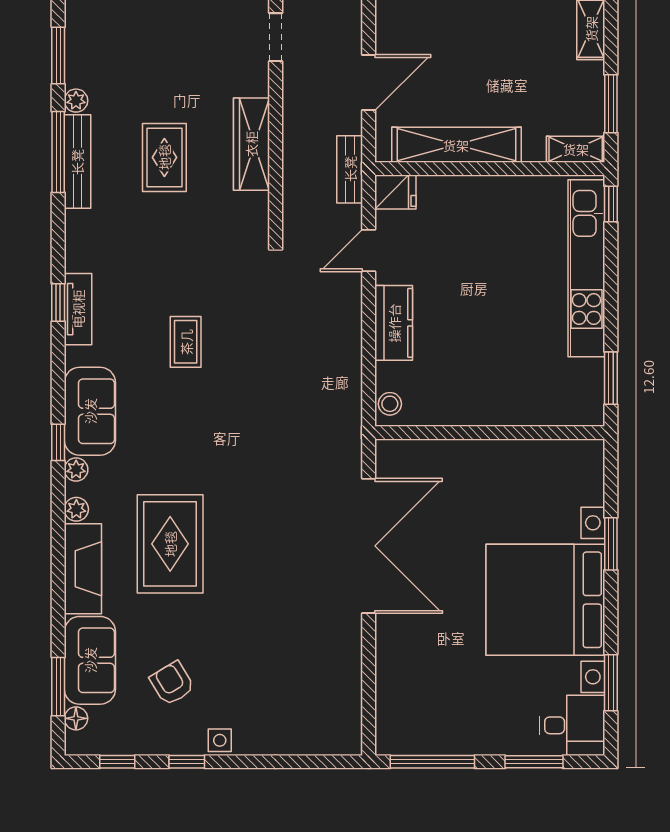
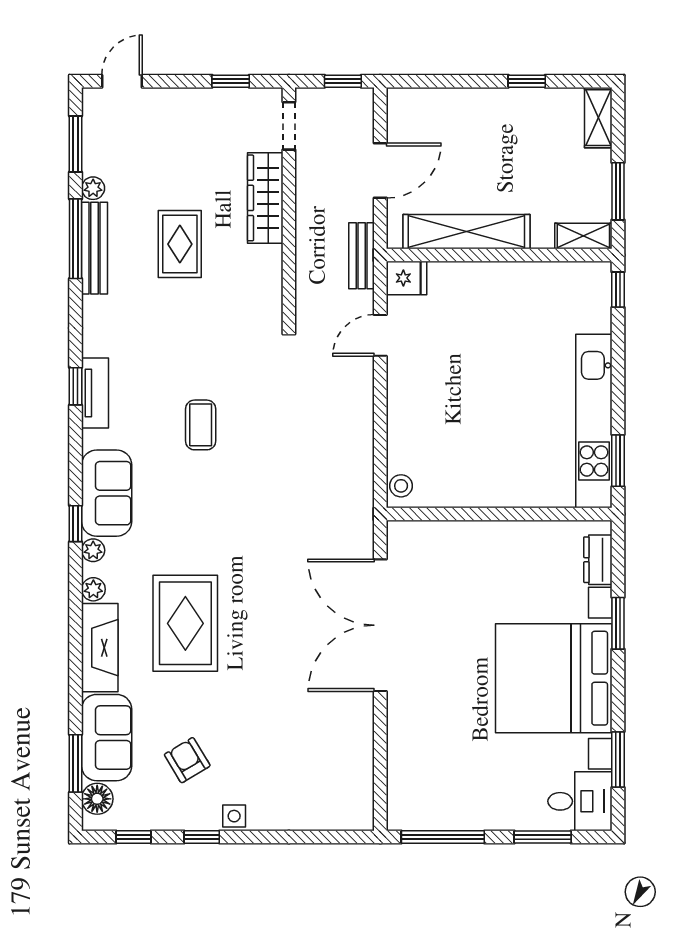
wardrobe: (251, 144) -> (265, 198), moved
kitchen unit: (586, 268) -> (594, 421), moved
kitchen counter: (394, 323) -> (405, 406), removed
dresser: (590, 479) -> (598, 560), added
double door: (369, 546) -> (380, 625), swing flipped
floor lamp: (76, 718) -> (97, 799), width x1.37, depth x1.37

